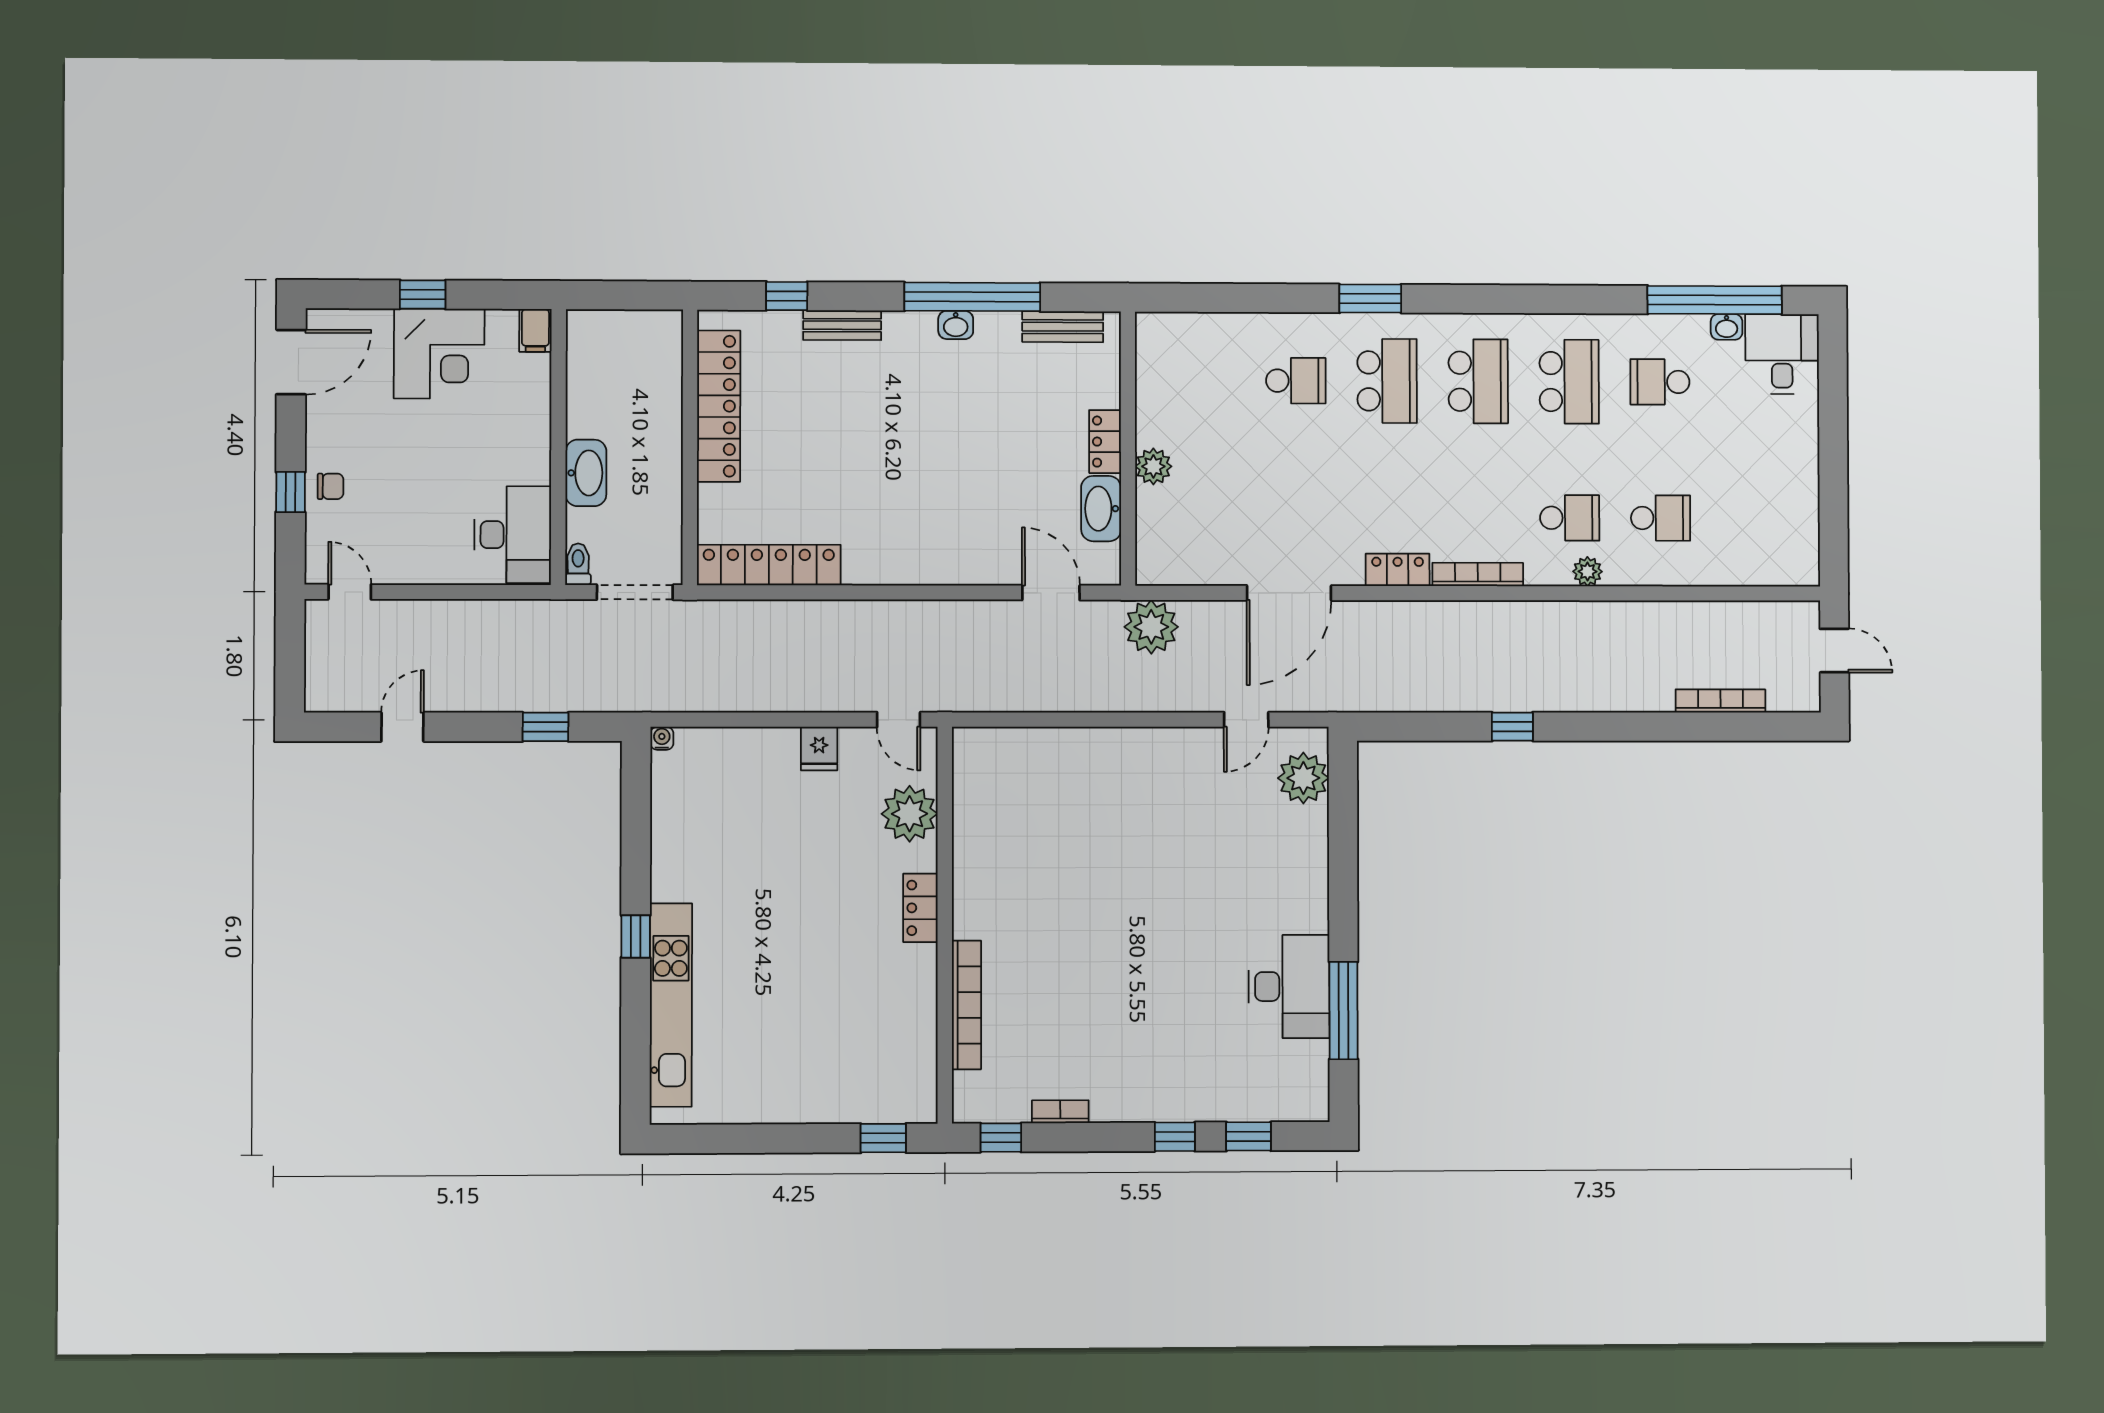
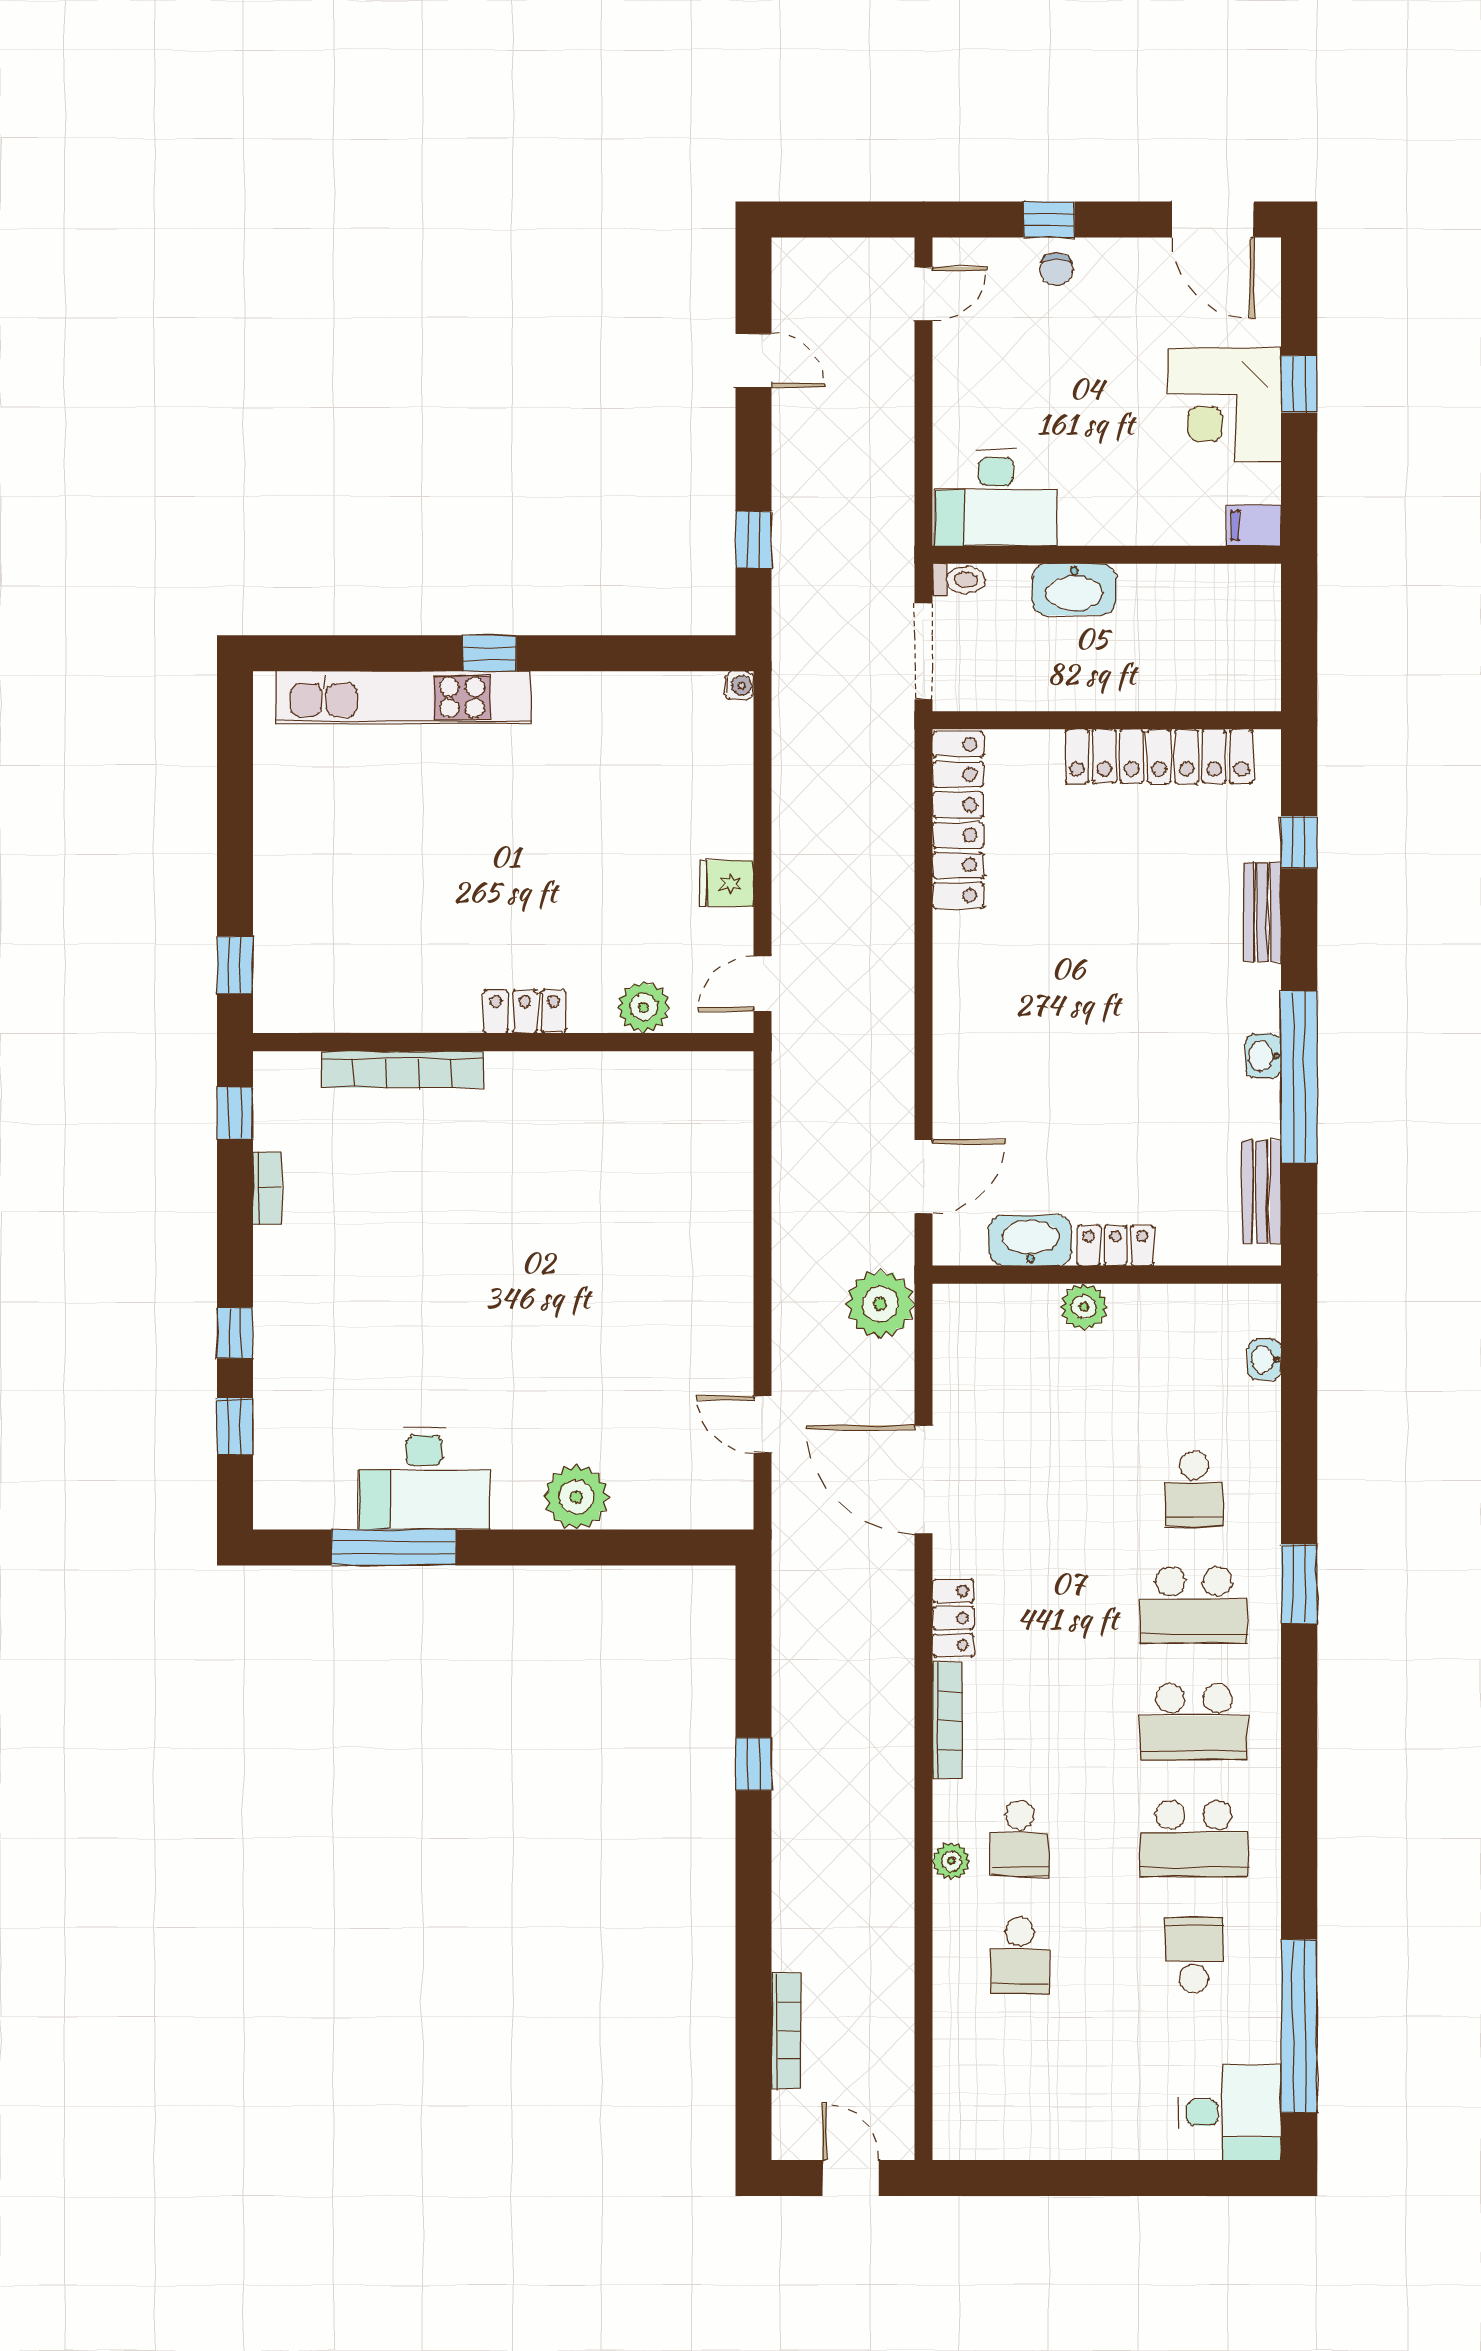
washbasin: (1727, 327) -> (1265, 1360), moved
door: (1834, 651) -> (851, 2178), swing flipped
plant: (1303, 778) -> (577, 1497), moved
plant: (910, 814) -> (644, 1007), width x0.73, depth x0.73

